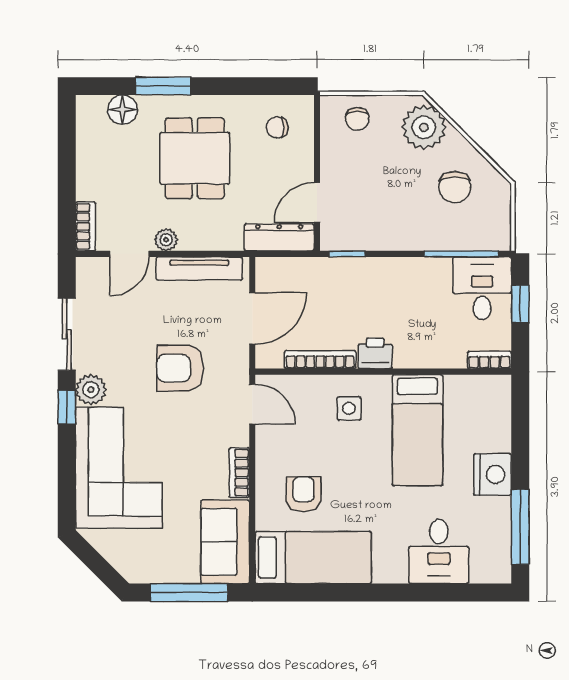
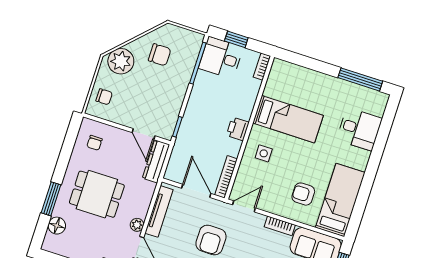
bookcase: (320, 360) -> (226, 177), moved
nightstand: (493, 474) -> (326, 85), removed

